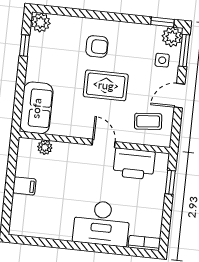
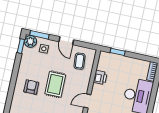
door: (104, 143) -> (87, 101), moved
printer: (134, 164) -> (100, 77), width x0.53, depth x0.68

